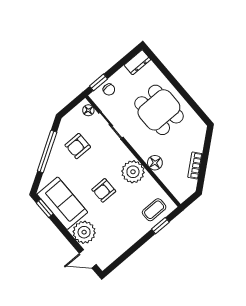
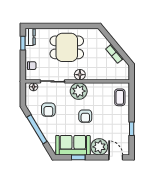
window: (99, 82) -> (23, 43), moved
floor lamp: (155, 163) -> (80, 75), moved
plant: (133, 172) -> (79, 91), moved
window: (45, 208) -> (78, 157), moved
window: (160, 226) -> (132, 129), moved
door: (88, 259) -> (116, 157), swing flipped

